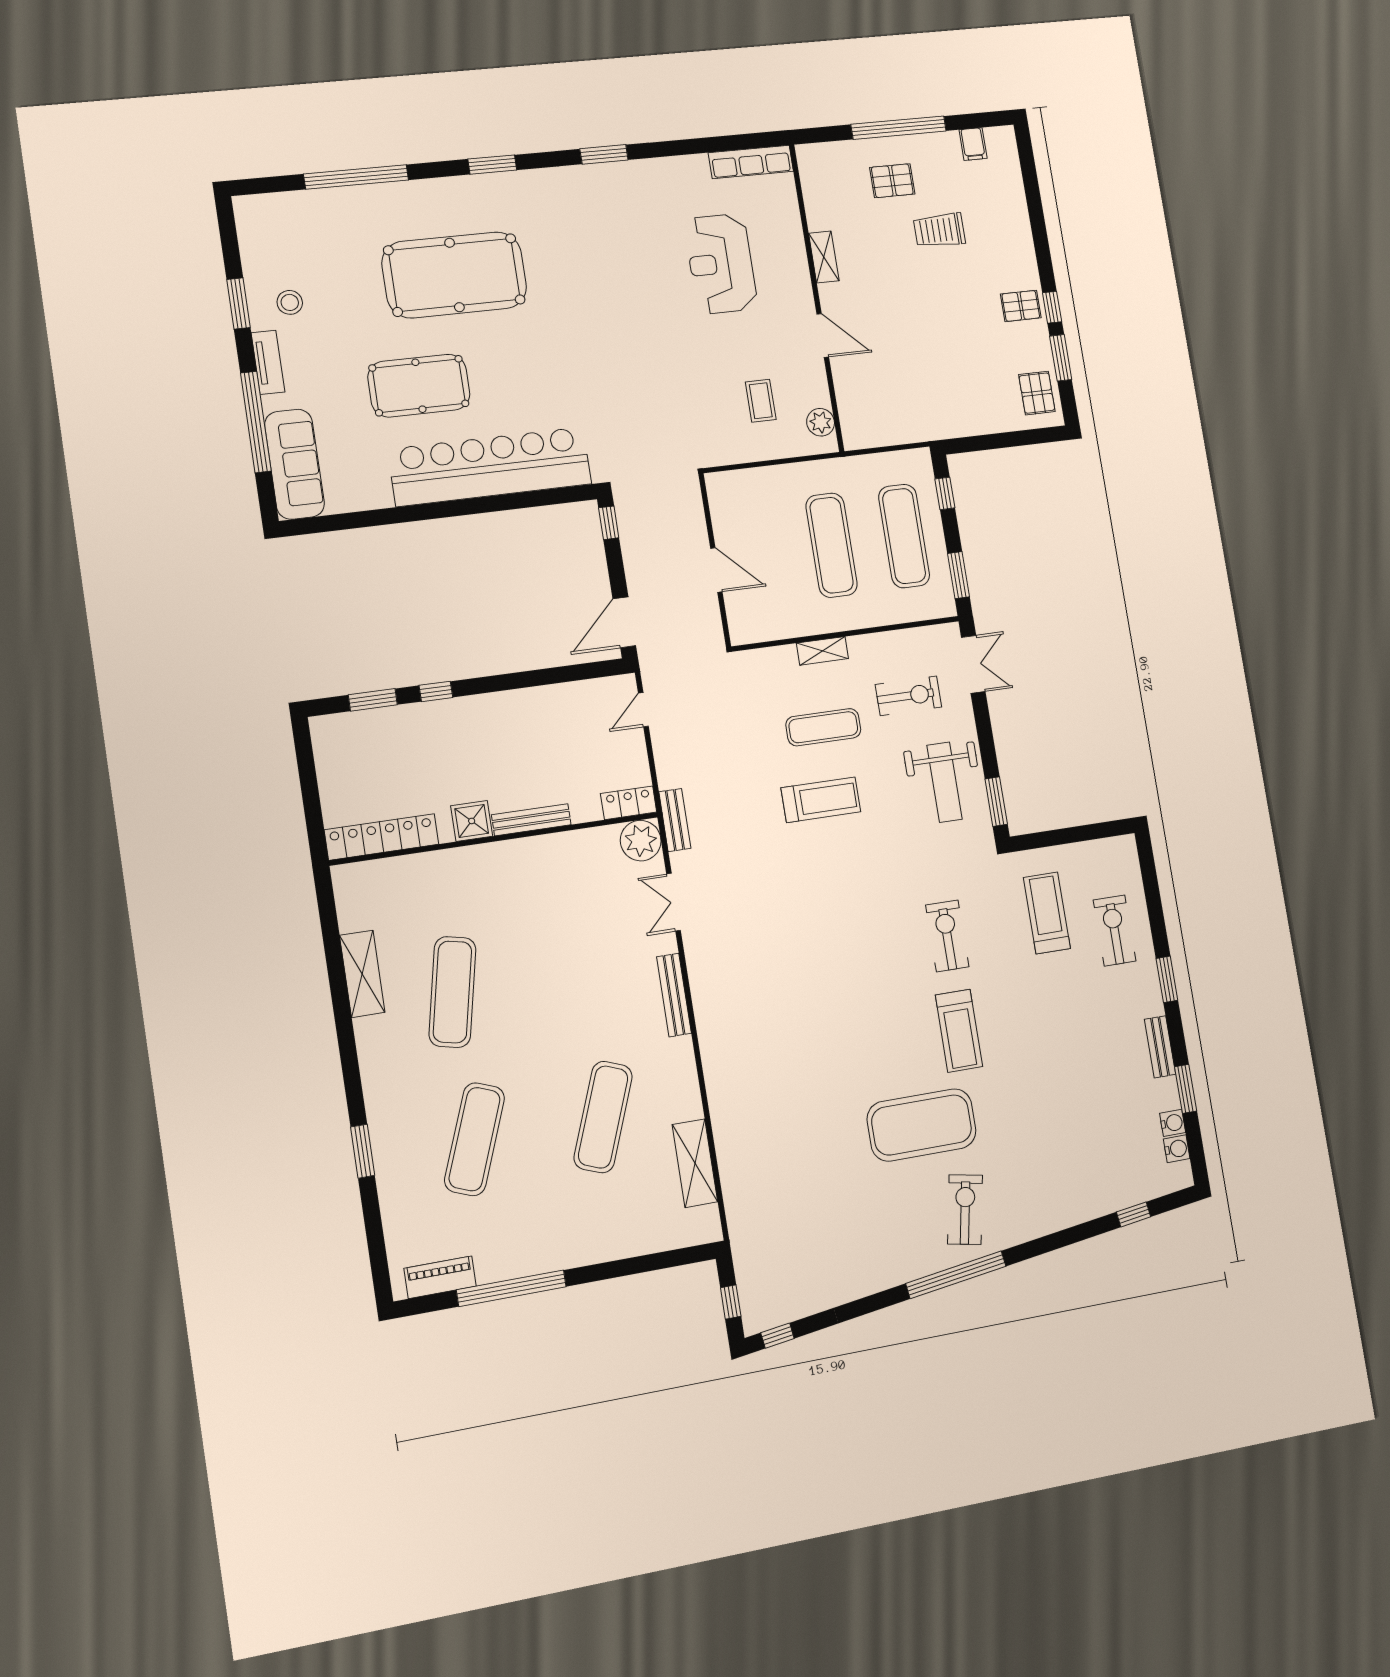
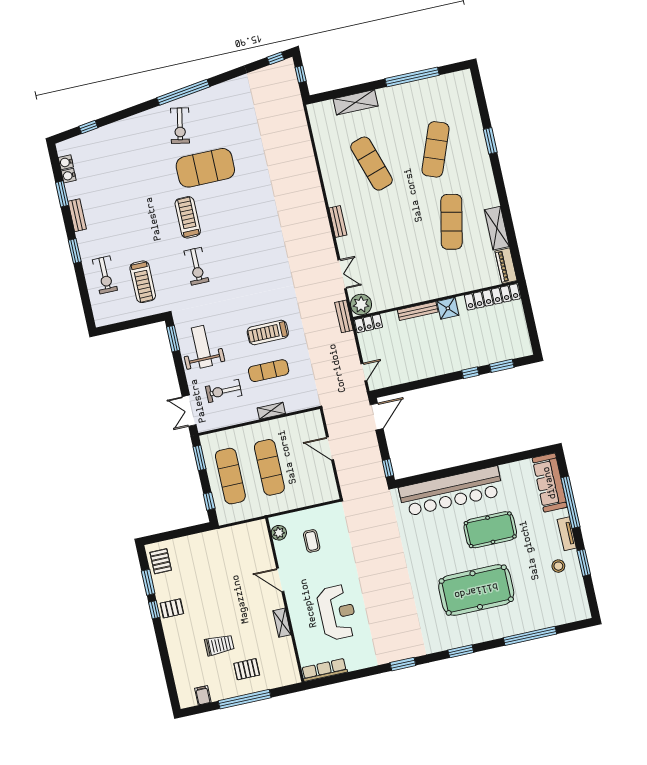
bench: (674, 995) -> (338, 222), width x0.73
exercise mat: (603, 1117) -> (372, 164), turned -39
shelving: (695, 1163) -> (356, 102), moved, turned 90
piano: (440, 1277) -> (506, 266), moved, turned 90

